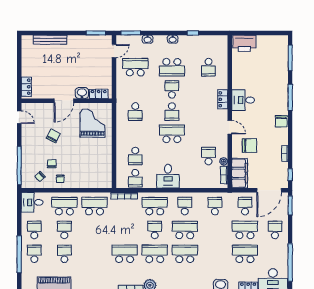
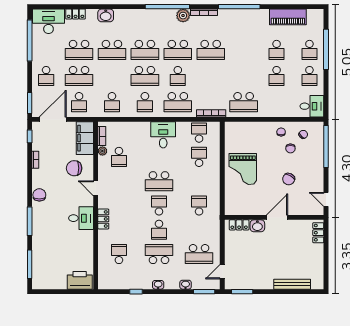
grand piano: (93, 123) -> (243, 169), moved
school desk: (64, 206) -> (112, 50), moved

